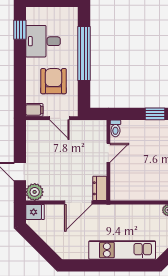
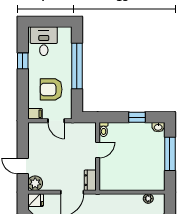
window: (20, 30) -> (23, 61), moved
desk: (43, 41) -> (44, 41), moved, turned 90
armchair: (54, 81) -> (51, 89), turned -90

